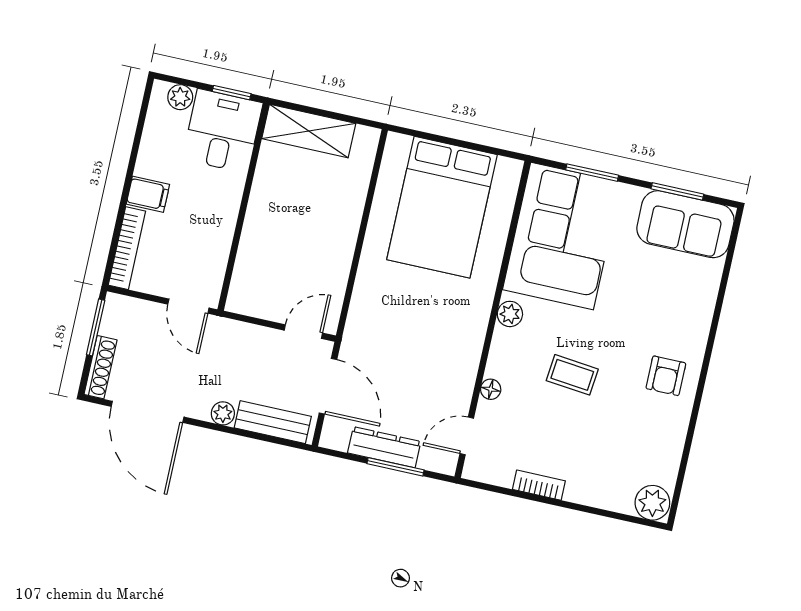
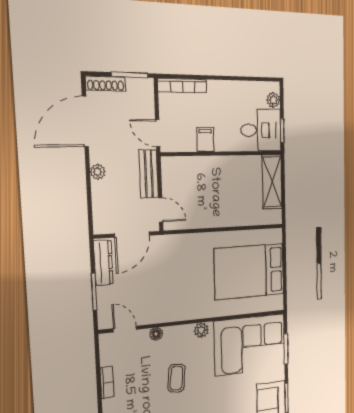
filing cabinet: (148, 194) -> (205, 140), moved, turned 180
door: (188, 306) -> (158, 133), hinge flipped
bench: (273, 422) -> (149, 174), moved
dresser: (384, 447) -> (103, 263), moved

